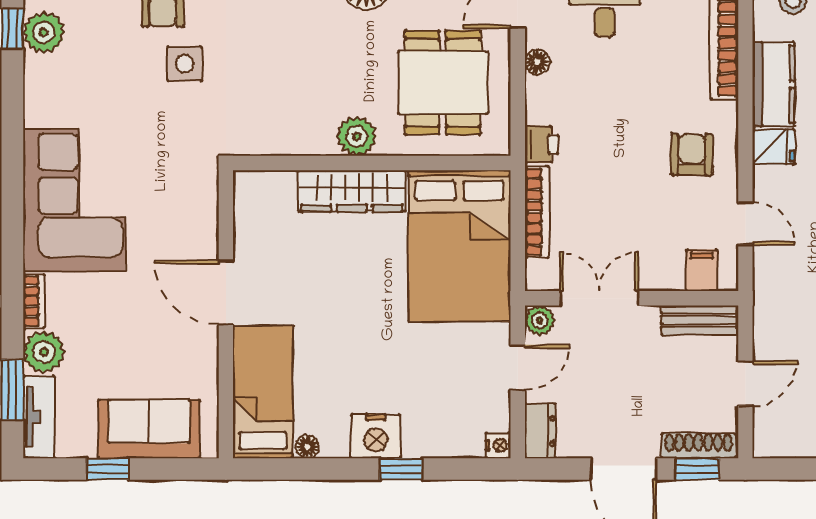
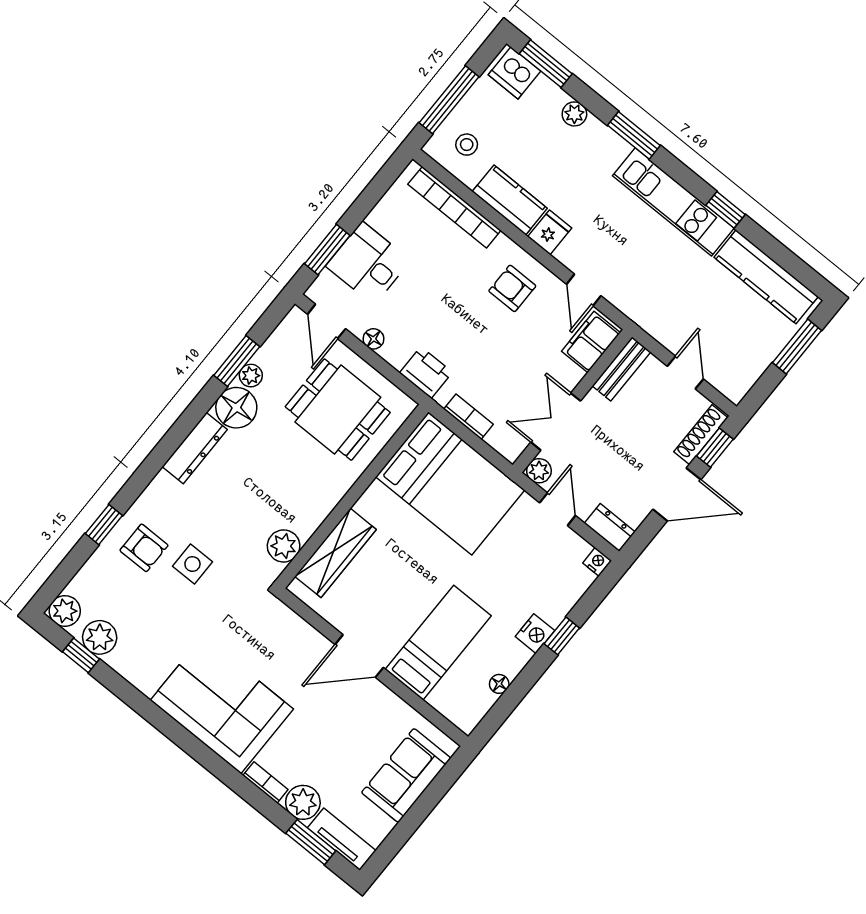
plant: (357, 136) -> (284, 546), moved
printer: (542, 144) -> (426, 373), width x1.36, depth x1.24
wardrobe: (352, 191) -> (336, 553), moved
bookcase: (537, 212) -> (468, 417), width x0.64
door: (745, 224) -> (584, 290), swing flipped
filing cabinet: (702, 270) -> (591, 342), width x2.00
bed: (263, 392) -> (438, 643), moved, turned 90
nightstand: (376, 436) -> (535, 634), width x0.74, depth x0.75
window: (108, 469) -> (410, 822), removed

